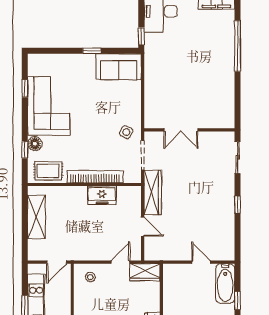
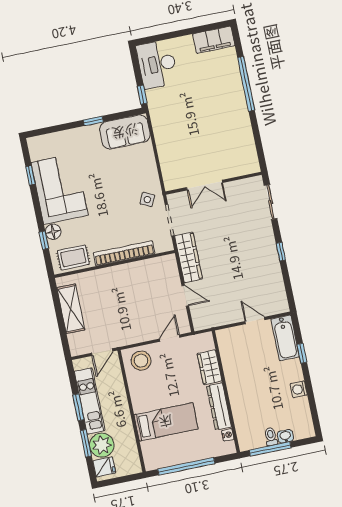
freezer: (102, 195) -> (135, 272), removed
wardrobe: (145, 272) -> (210, 367), moved, turned 90
stool: (90, 277) -> (141, 361), width x1.89, depth x1.89

